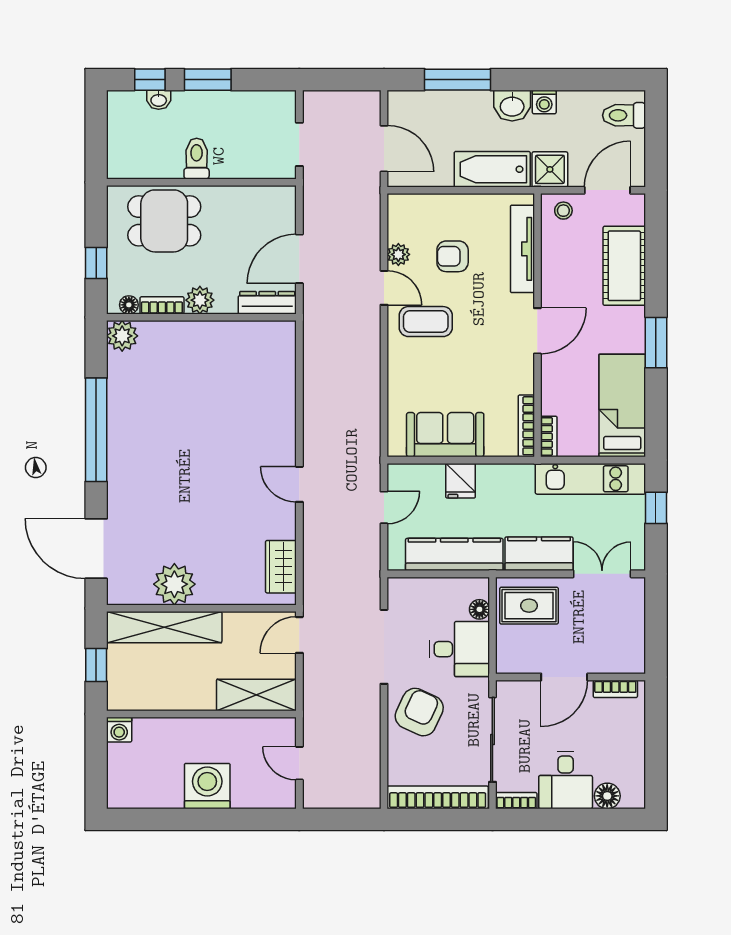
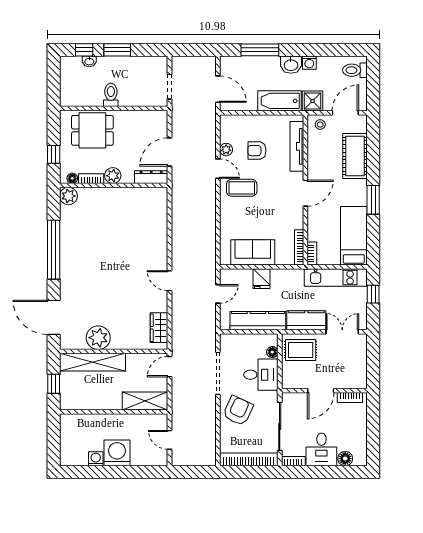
washing machine: (119, 730) -> (96, 459), moved, turned 180

